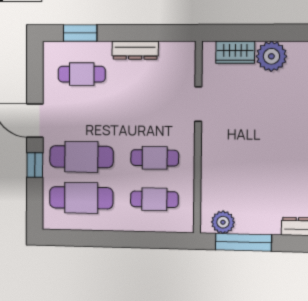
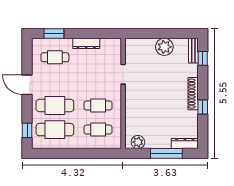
wardrobe: (235, 52) -> (144, 45), removed
window: (35, 165) -> (27, 130), moved
window: (243, 242) -> (166, 153), moved

